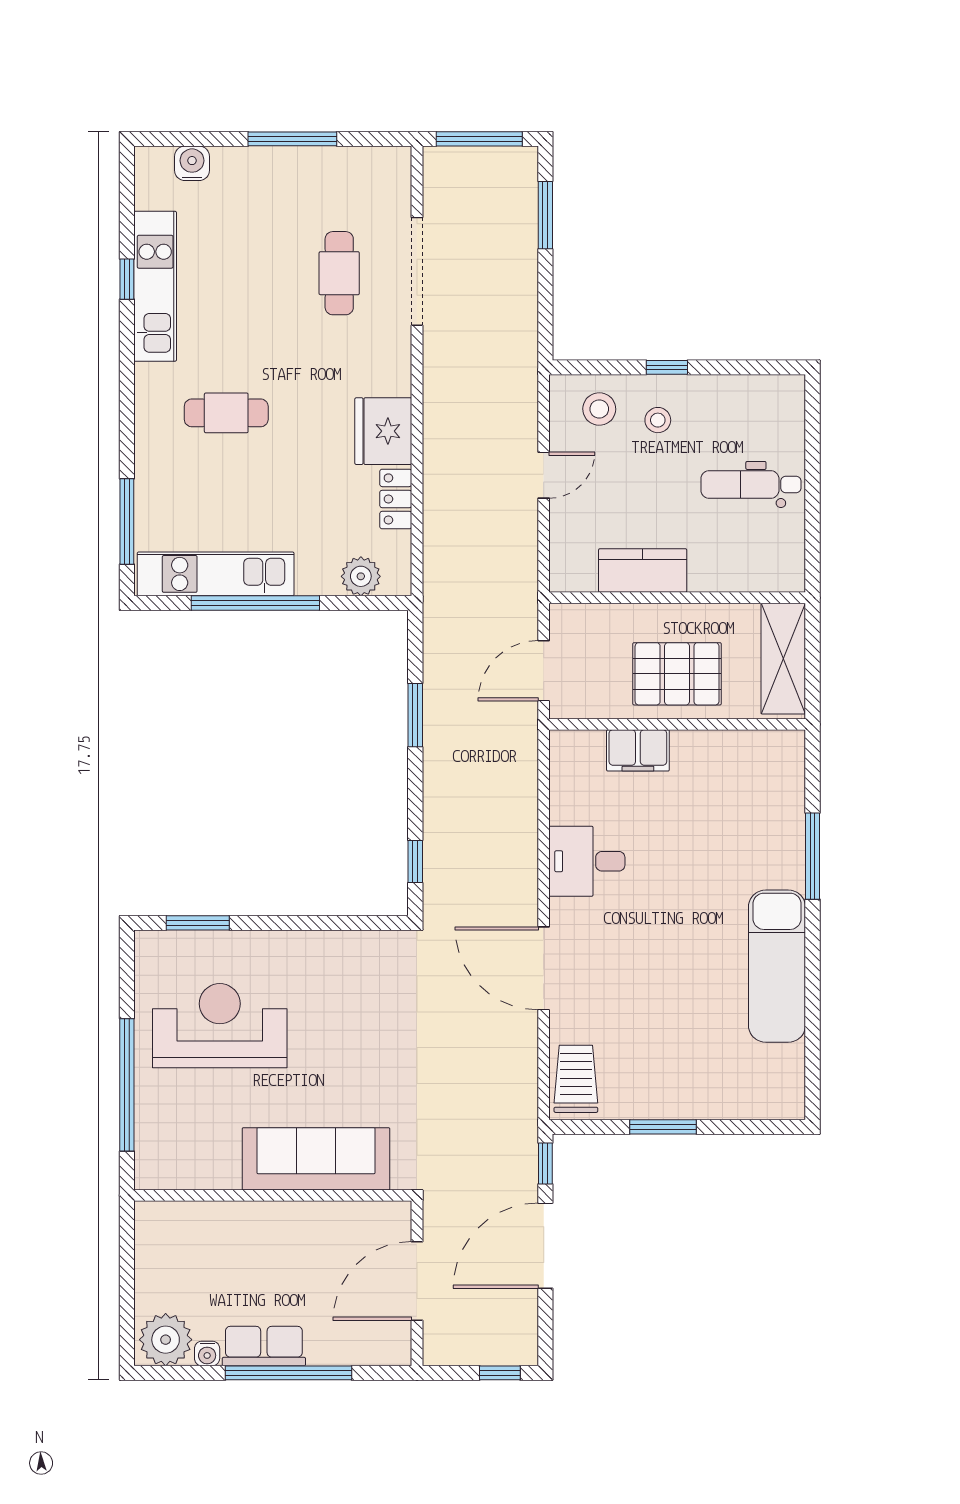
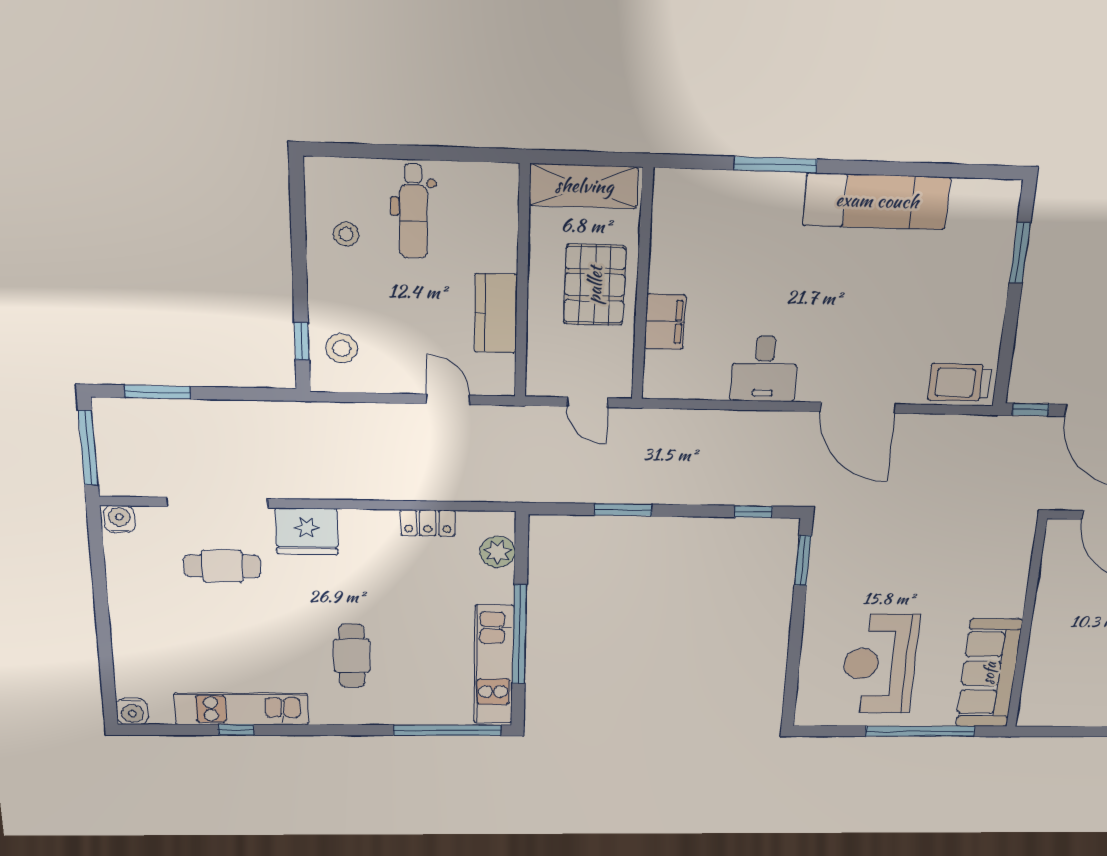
window: (292, 139) -> (101, 602), removed
water cooler: (192, 163) -> (132, 711), moved, turned -90
water cooler: (395, 166) -> (120, 519), added
window: (667, 367) -> (302, 341), moved
stool: (658, 420) -> (346, 234), moved
fridge: (383, 431) -> (307, 531), moved
door: (544, 475) -> (448, 399), moved
window: (127, 521) -> (447, 730), width x1.46
door: (544, 671) -> (587, 402), width x0.73
window: (198, 923) -> (803, 561), moved
door: (544, 968) -> (858, 408), hinge flipped
window: (663, 1127) -> (1020, 253), moved
sofa: (316, 1159) -> (989, 673), moved

